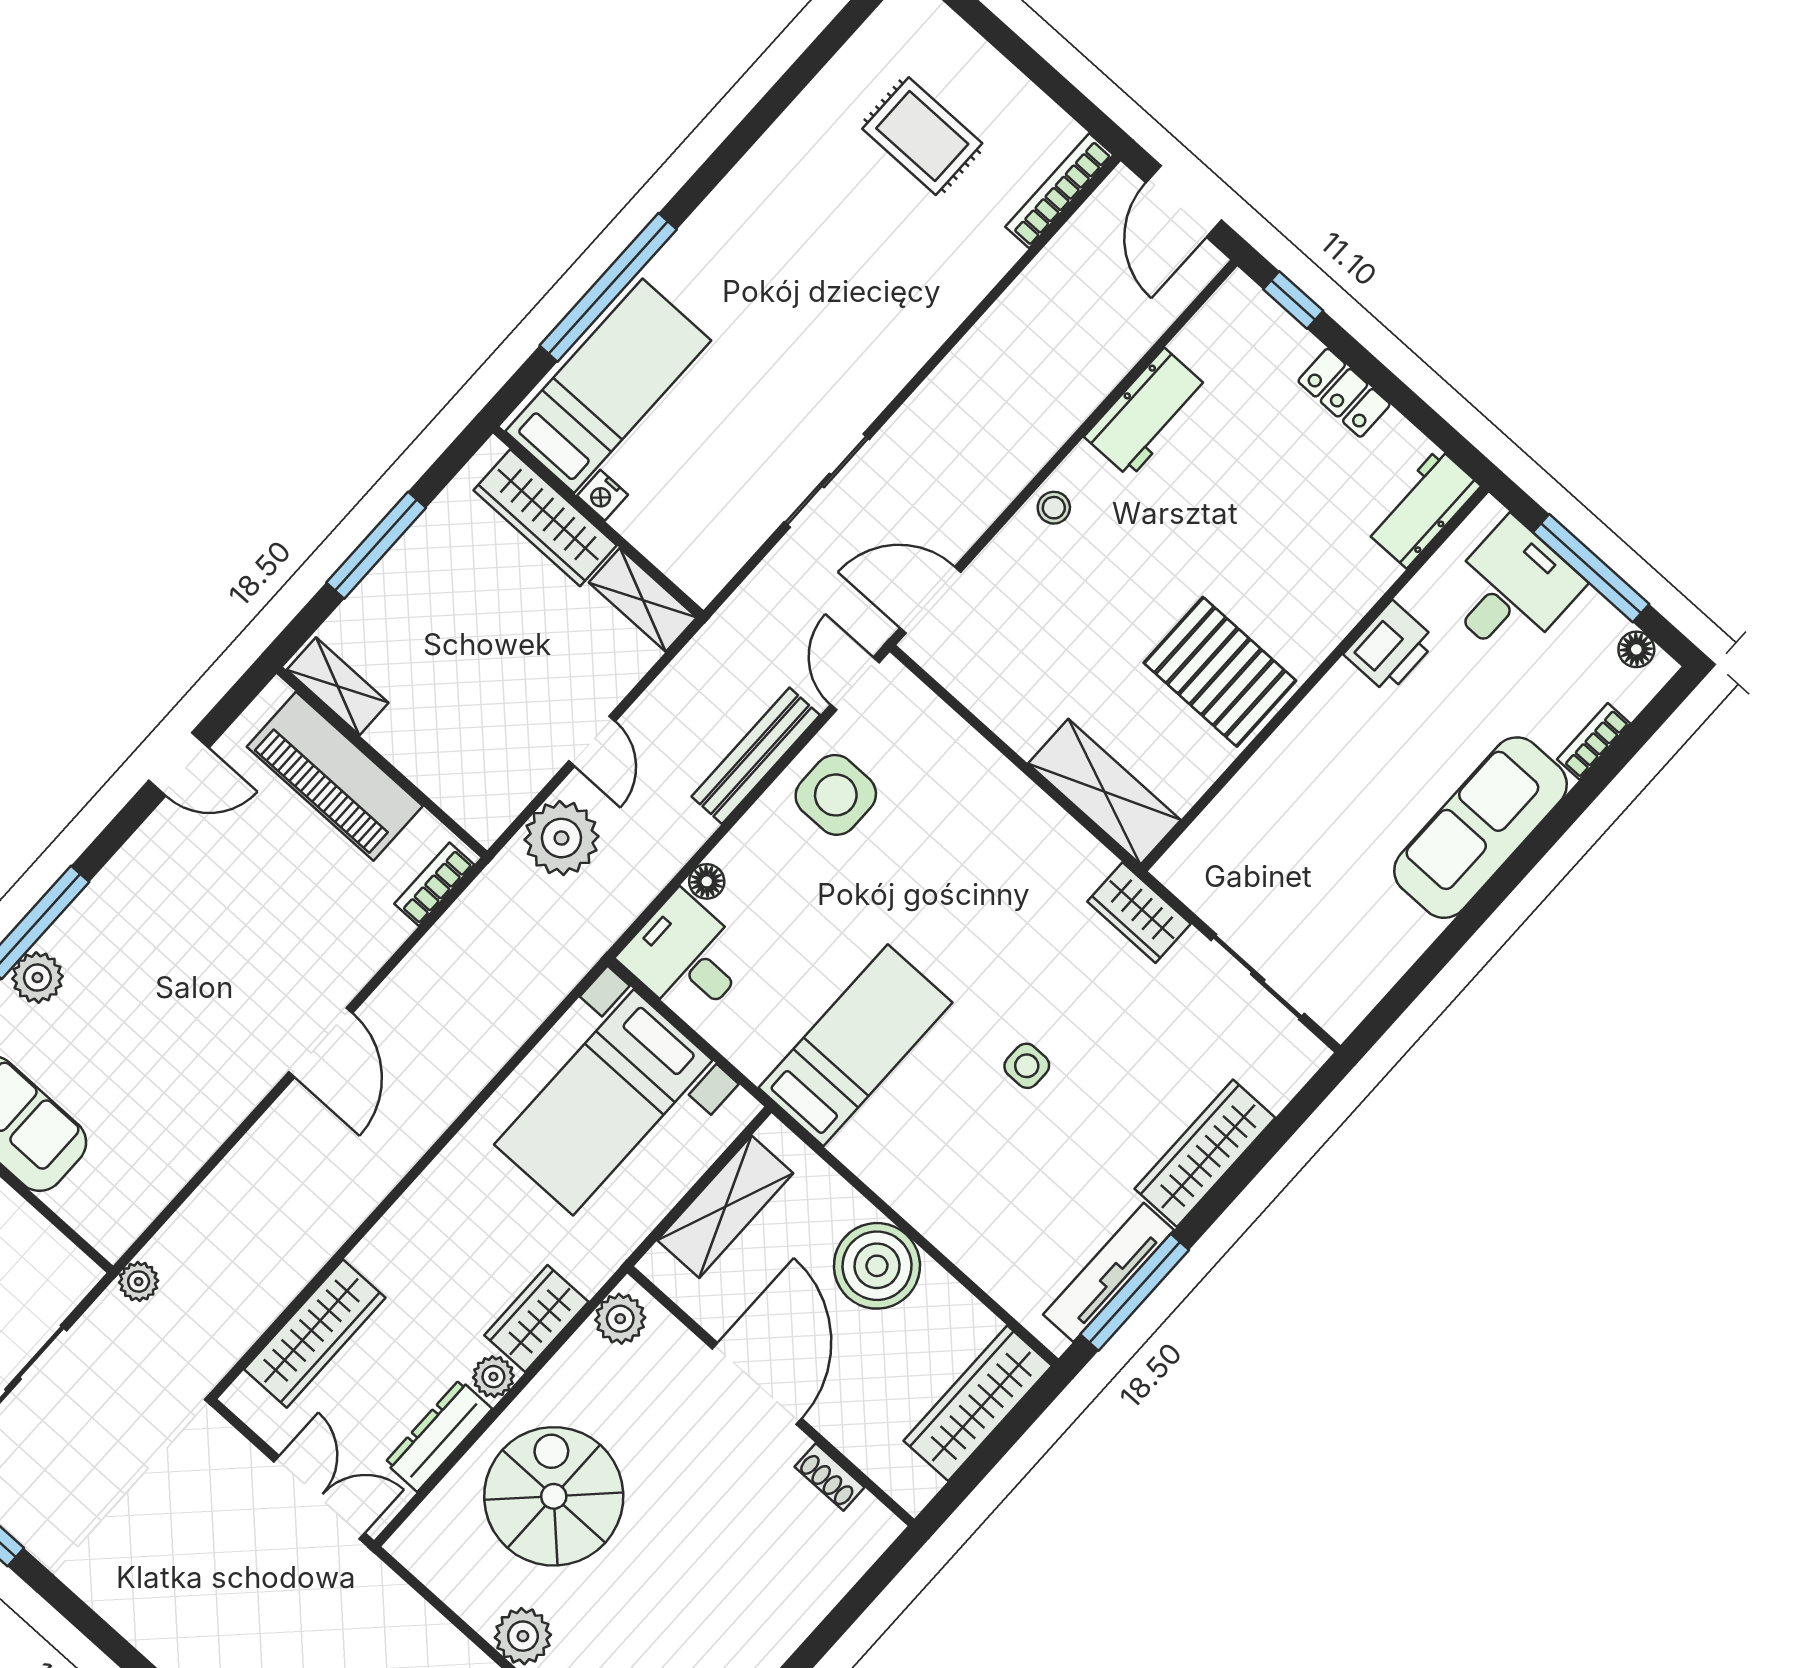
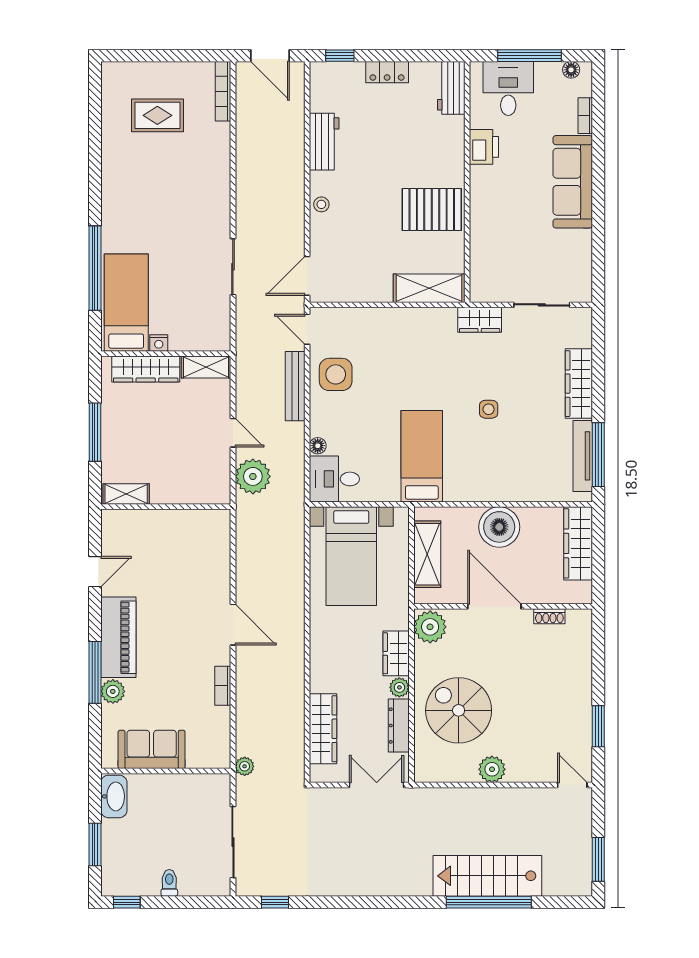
piano: (335, 776) -> (118, 637), moved, turned -90
bookcase: (434, 884) -> (223, 686), moved
plant: (620, 1319) -> (430, 627), width x1.36, depth x1.36

